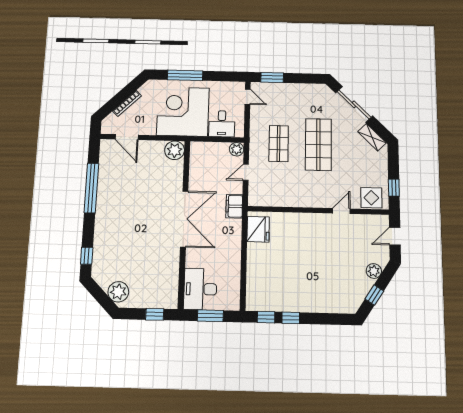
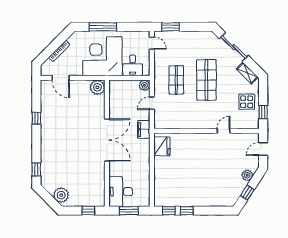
window: (91, 188) -> (36, 118), width x0.32
display table: (371, 198) -> (247, 102), moved

